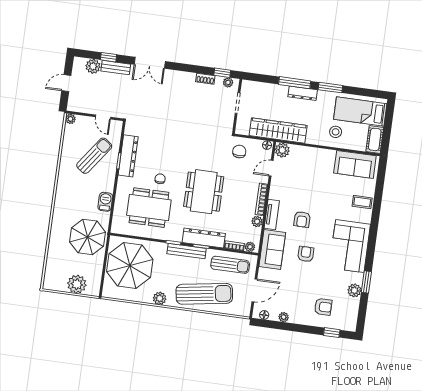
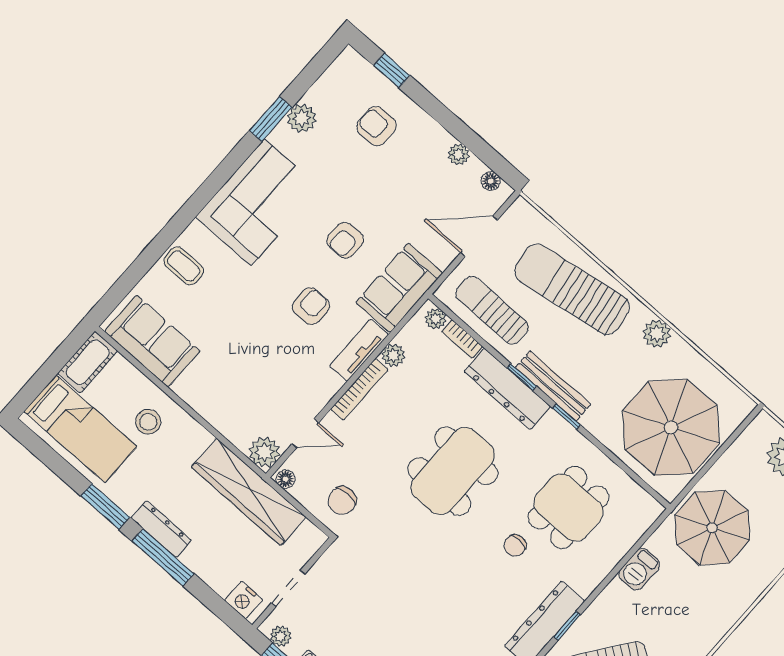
nightstand: (252, 87) -> (244, 600), added
dining table: (149, 208) -> (568, 507), width x0.73

